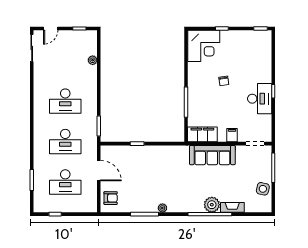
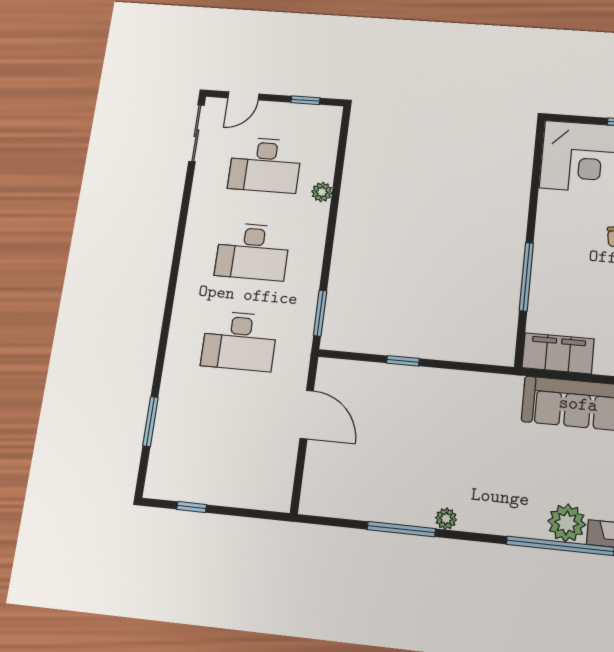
plant: (93, 60) -> (322, 192), moved
desk: (65, 182) -> (265, 165), moved
armchair: (111, 198) -> (326, 482), removed

